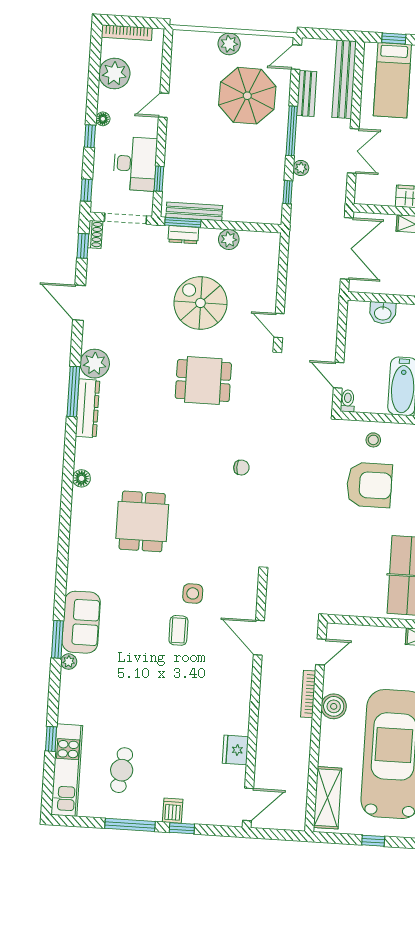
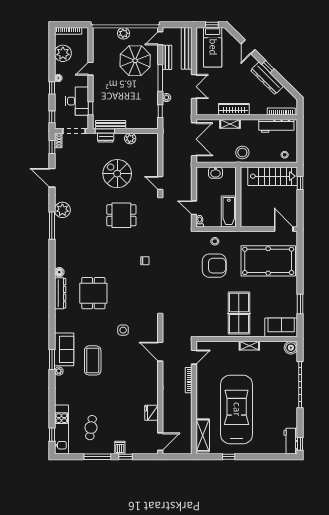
dresser: (88, 408) -> (60, 293), moved
coffee table: (178, 630) -> (93, 360), moved, width x1.86, depth x1.72
boiler: (334, 706) -> (203, 386), removed
window: (51, 739) -> (52, 435), moved

